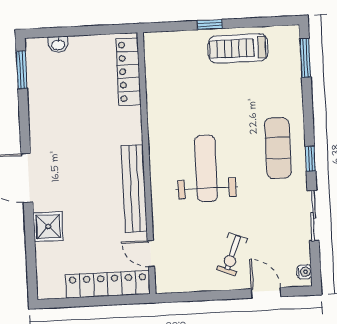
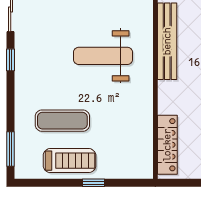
exercise mat: (278, 148) -> (62, 121), moved, turned 90
weight bench: (206, 168) -> (103, 56), turned 90

